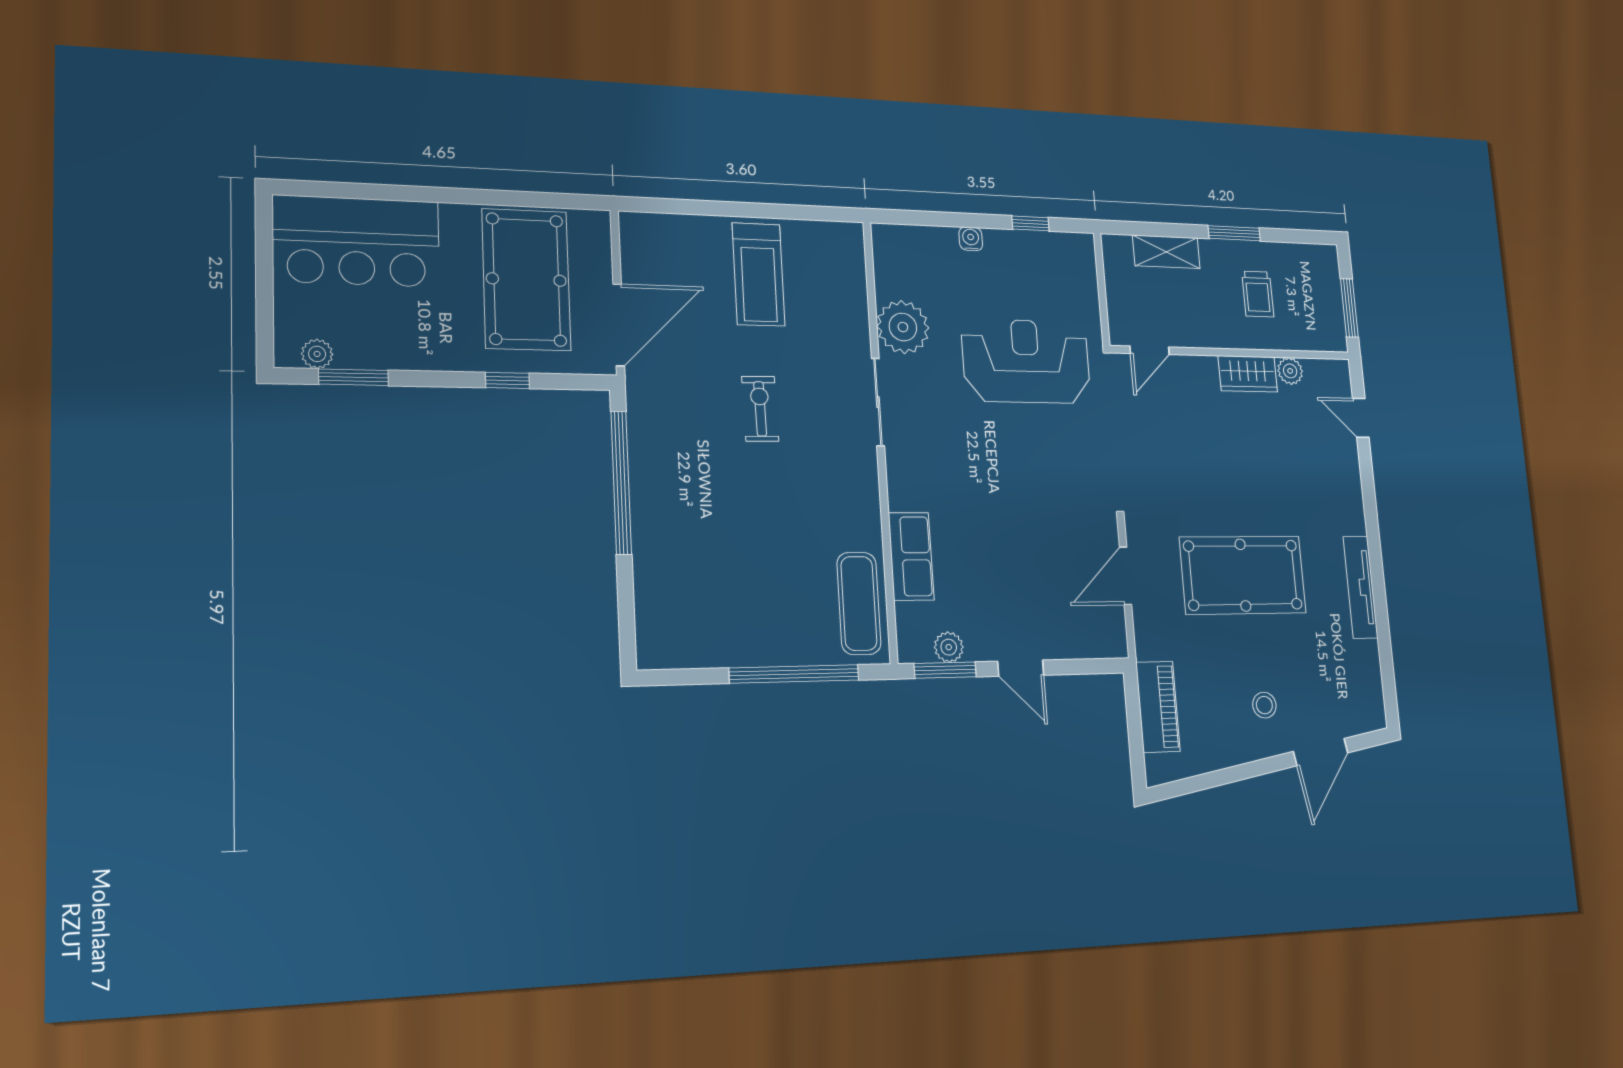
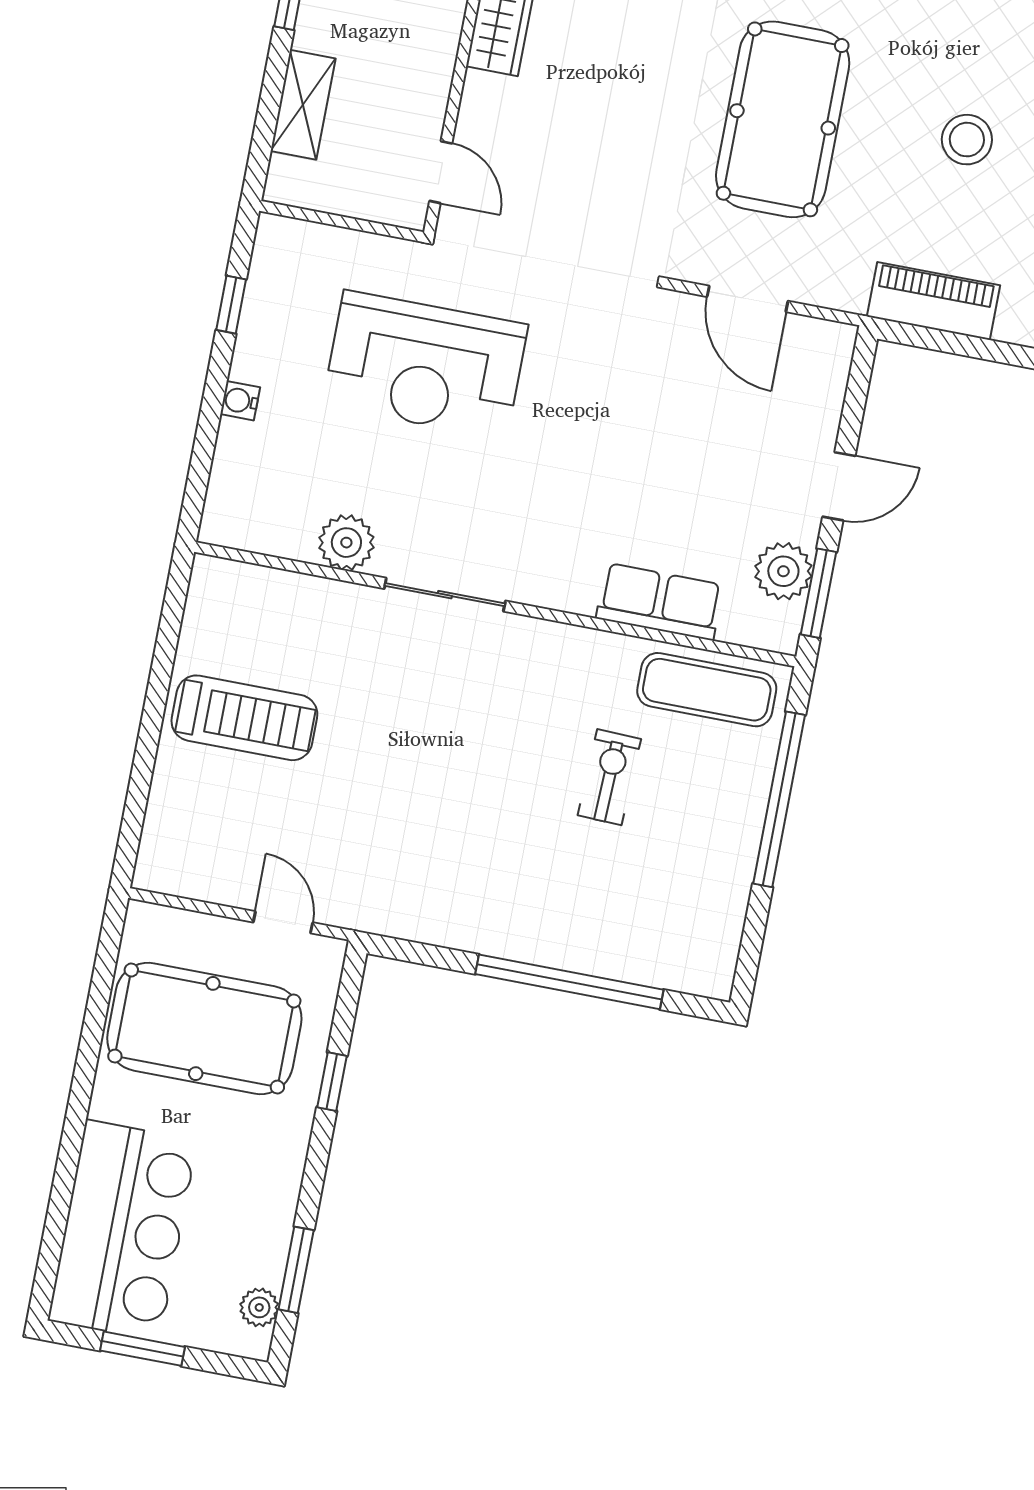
window: (264, 270) -> (142, 1349), added
door: (619, 325) -> (283, 922), width x0.53
plant: (903, 327) -> (346, 543), width x0.73, depth x0.73
reception desk: (1026, 361) -> (425, 365), turned -90
exercise bike: (760, 409) -> (609, 777), moved, turned 93
window: (621, 483) -> (569, 982), moved
plant: (949, 647) -> (783, 571), width x1.38, depth x1.38
stool: (1264, 705) -> (967, 140), width x1.37, depth x1.37

